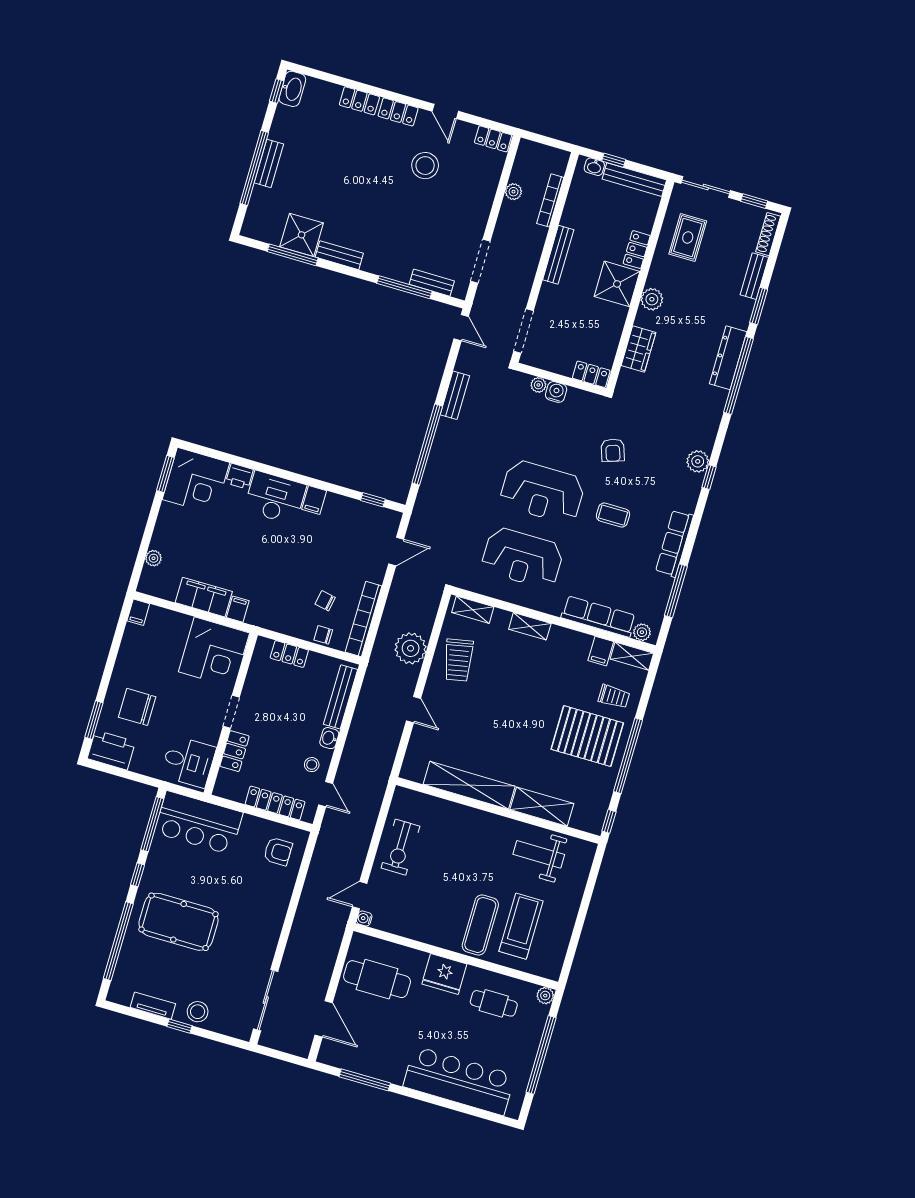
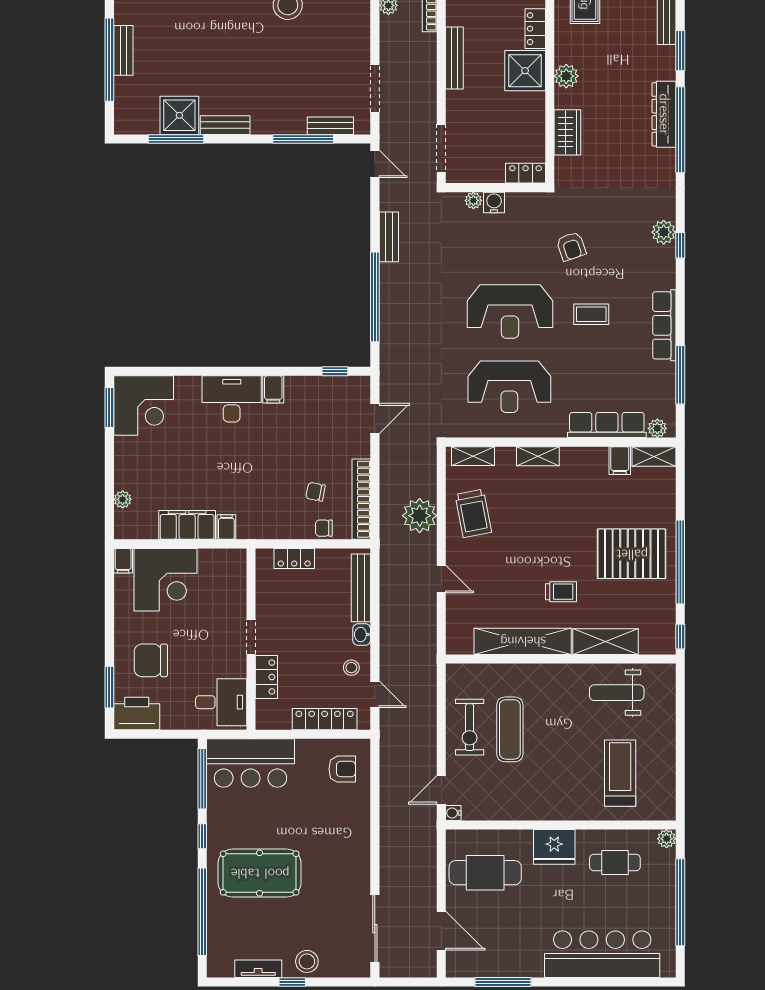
printer: (240, 476) -> (188, 387), removed
corner desk: (214, 652) -> (166, 580), moved
trolley: (614, 696) -> (561, 592), moved
exercise mat: (480, 925) -> (510, 729), moved

